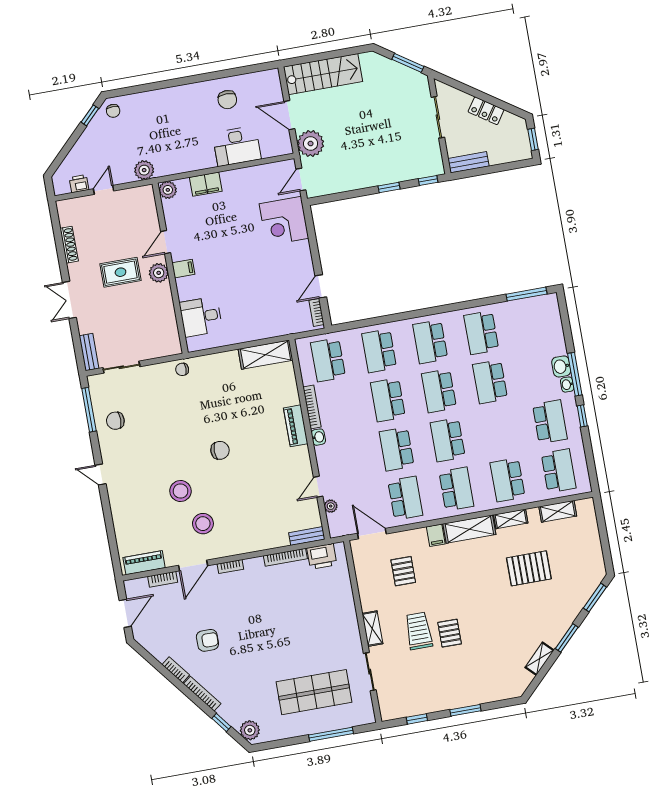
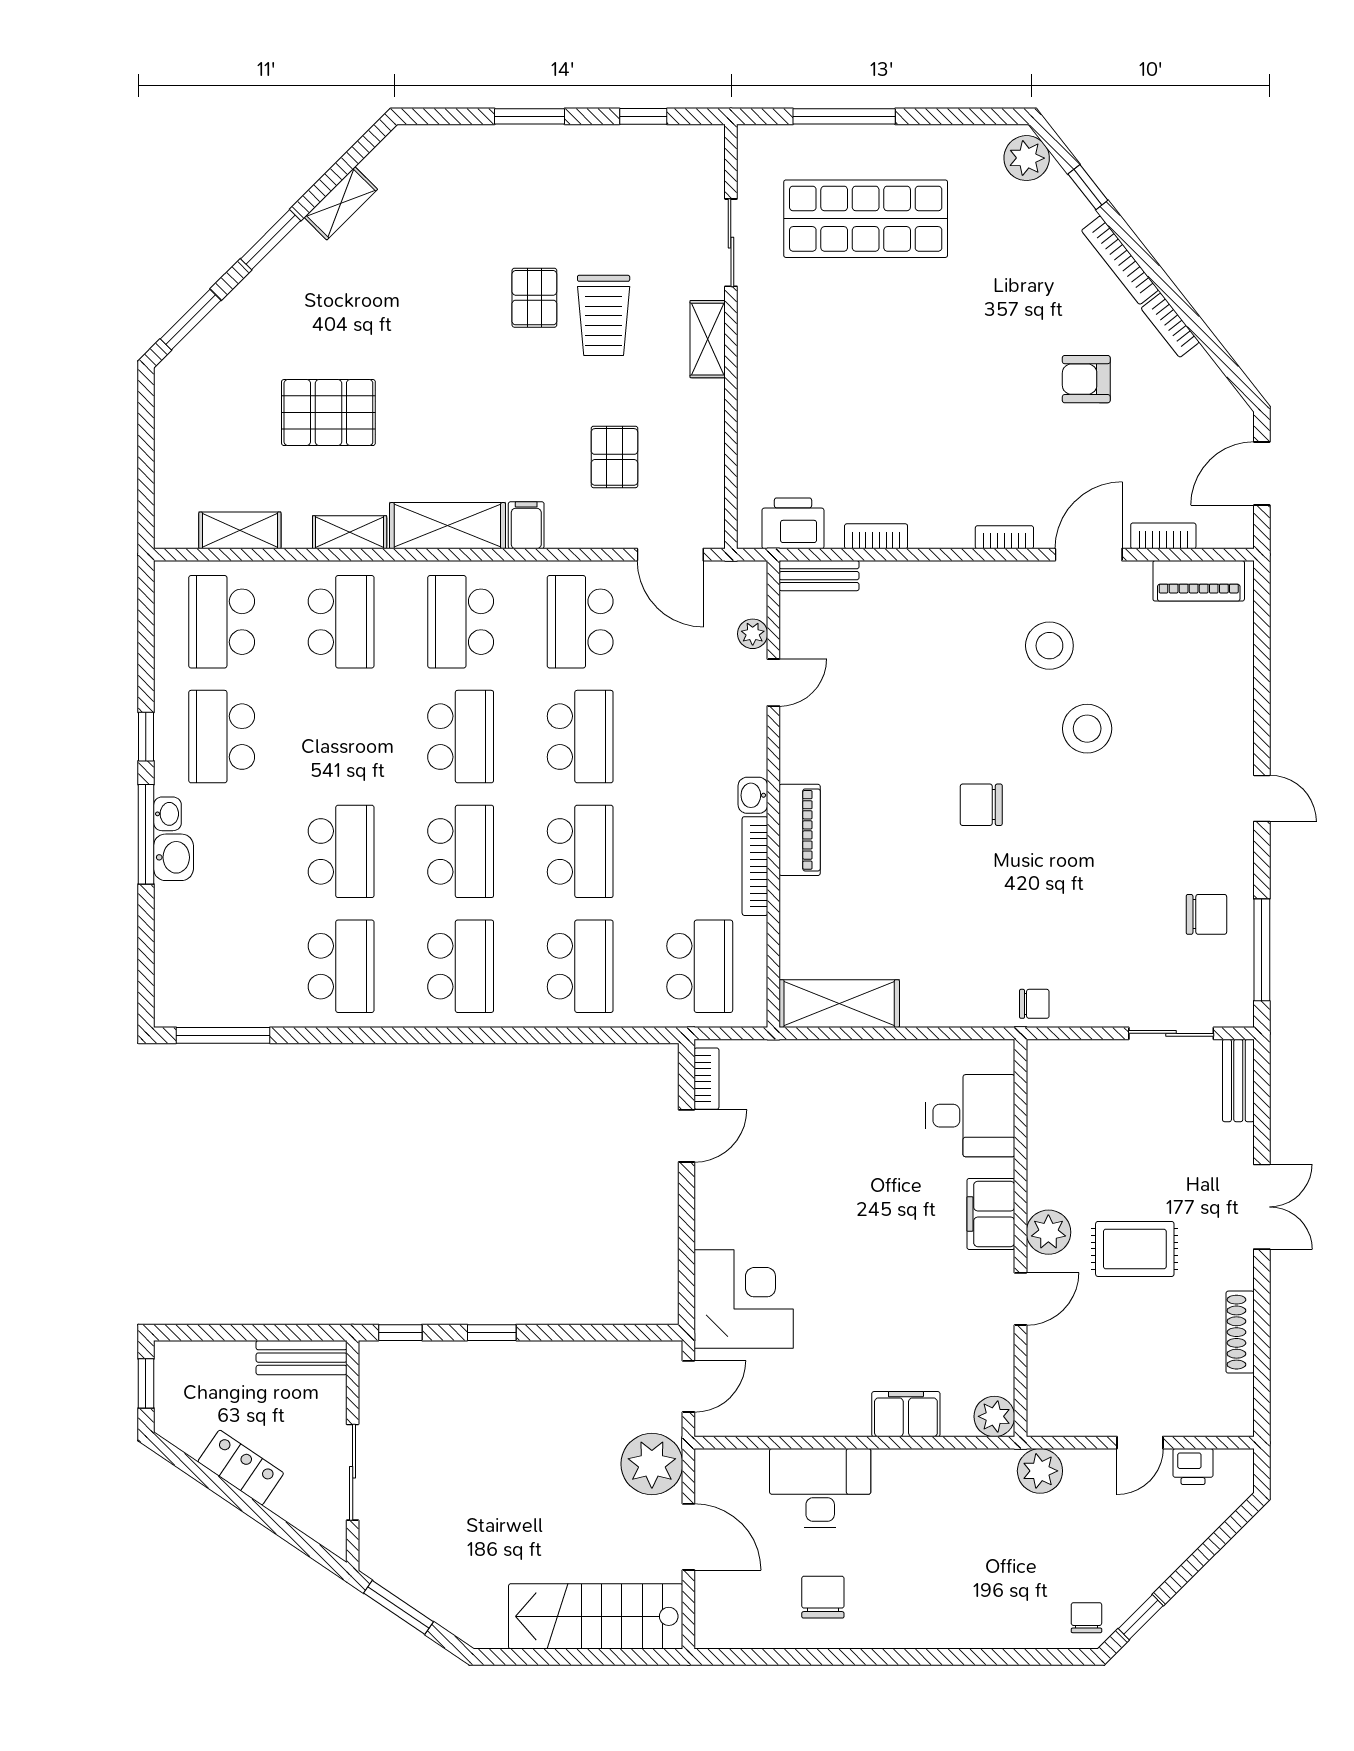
filing cabinet: (183, 269) -> (991, 1214), width x2.00
bookcase: (285, 557) -> (876, 536), width x0.64

